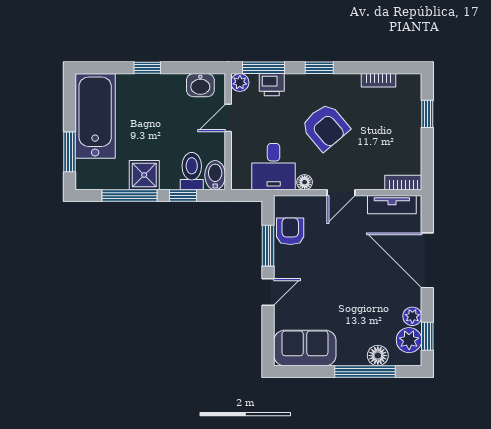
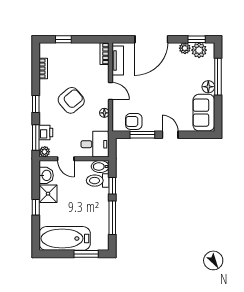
desk: (274, 167) -> (95, 144), moved
shower: (144, 175) -> (48, 194), moved
floor lamp: (378, 356) -> (208, 87), moved

